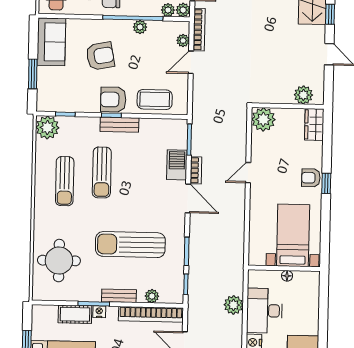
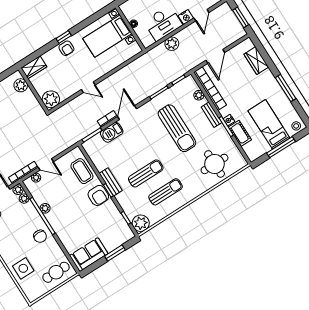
armchair: (100, 56) -> (78, 220), removed

